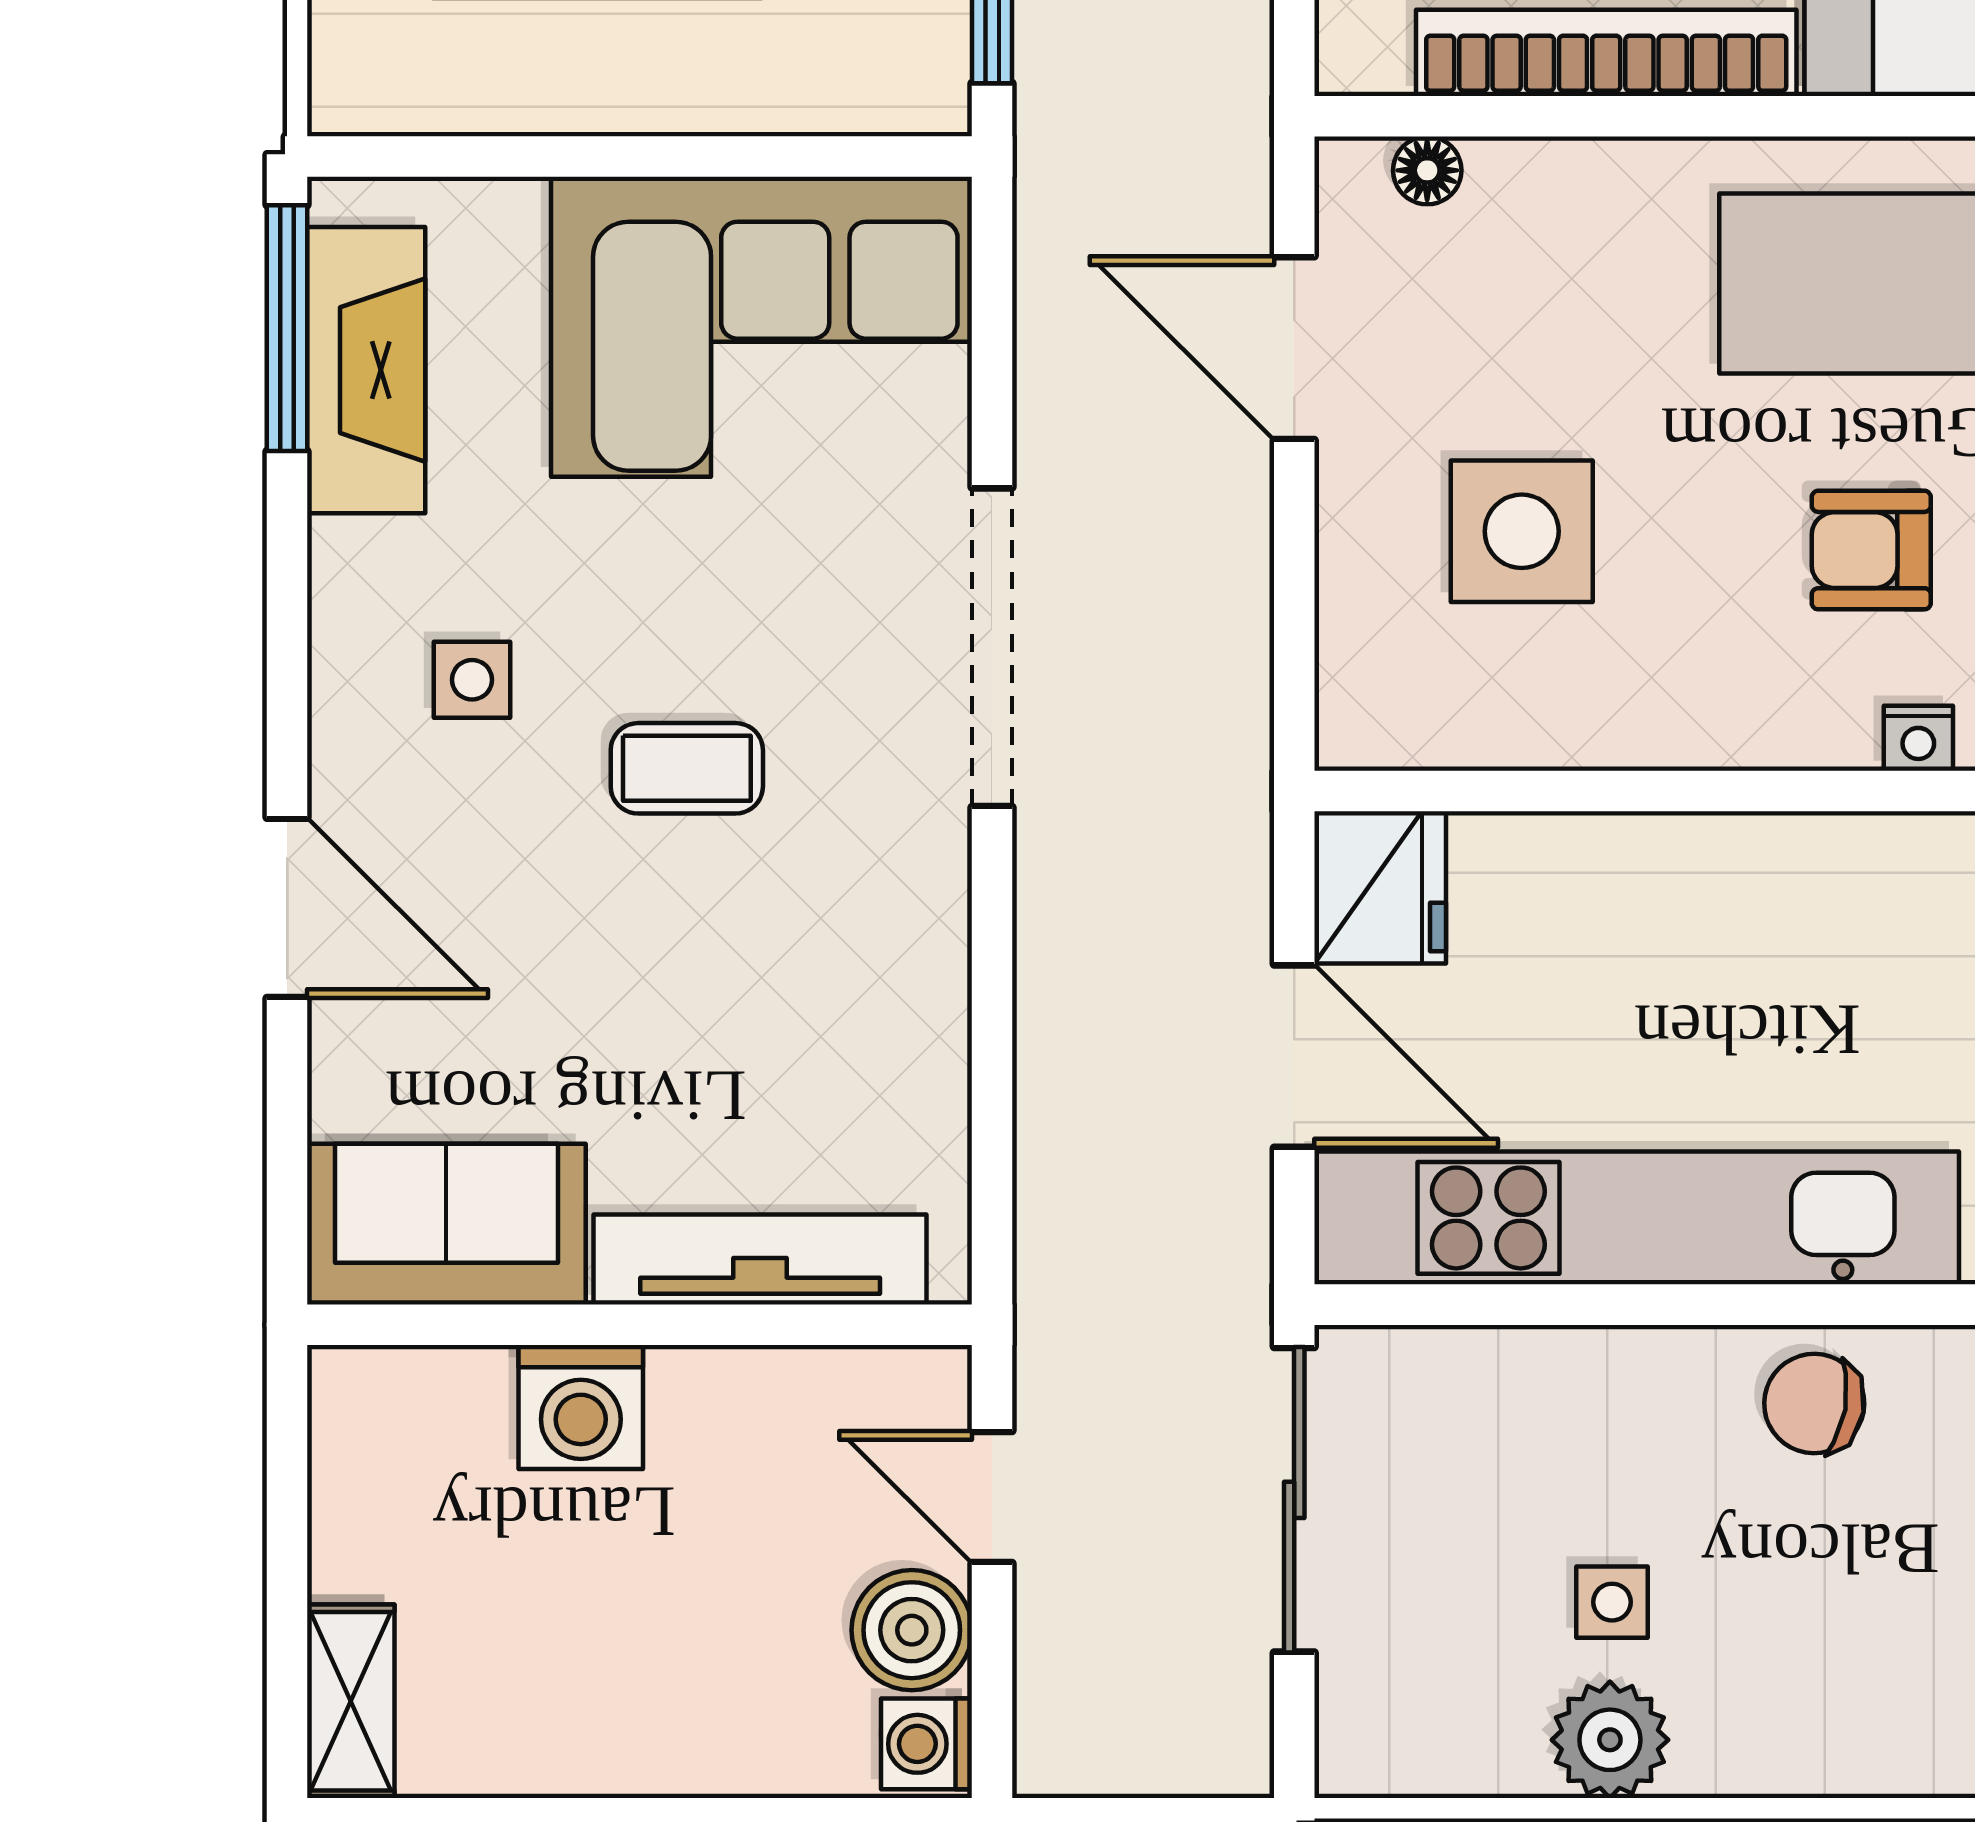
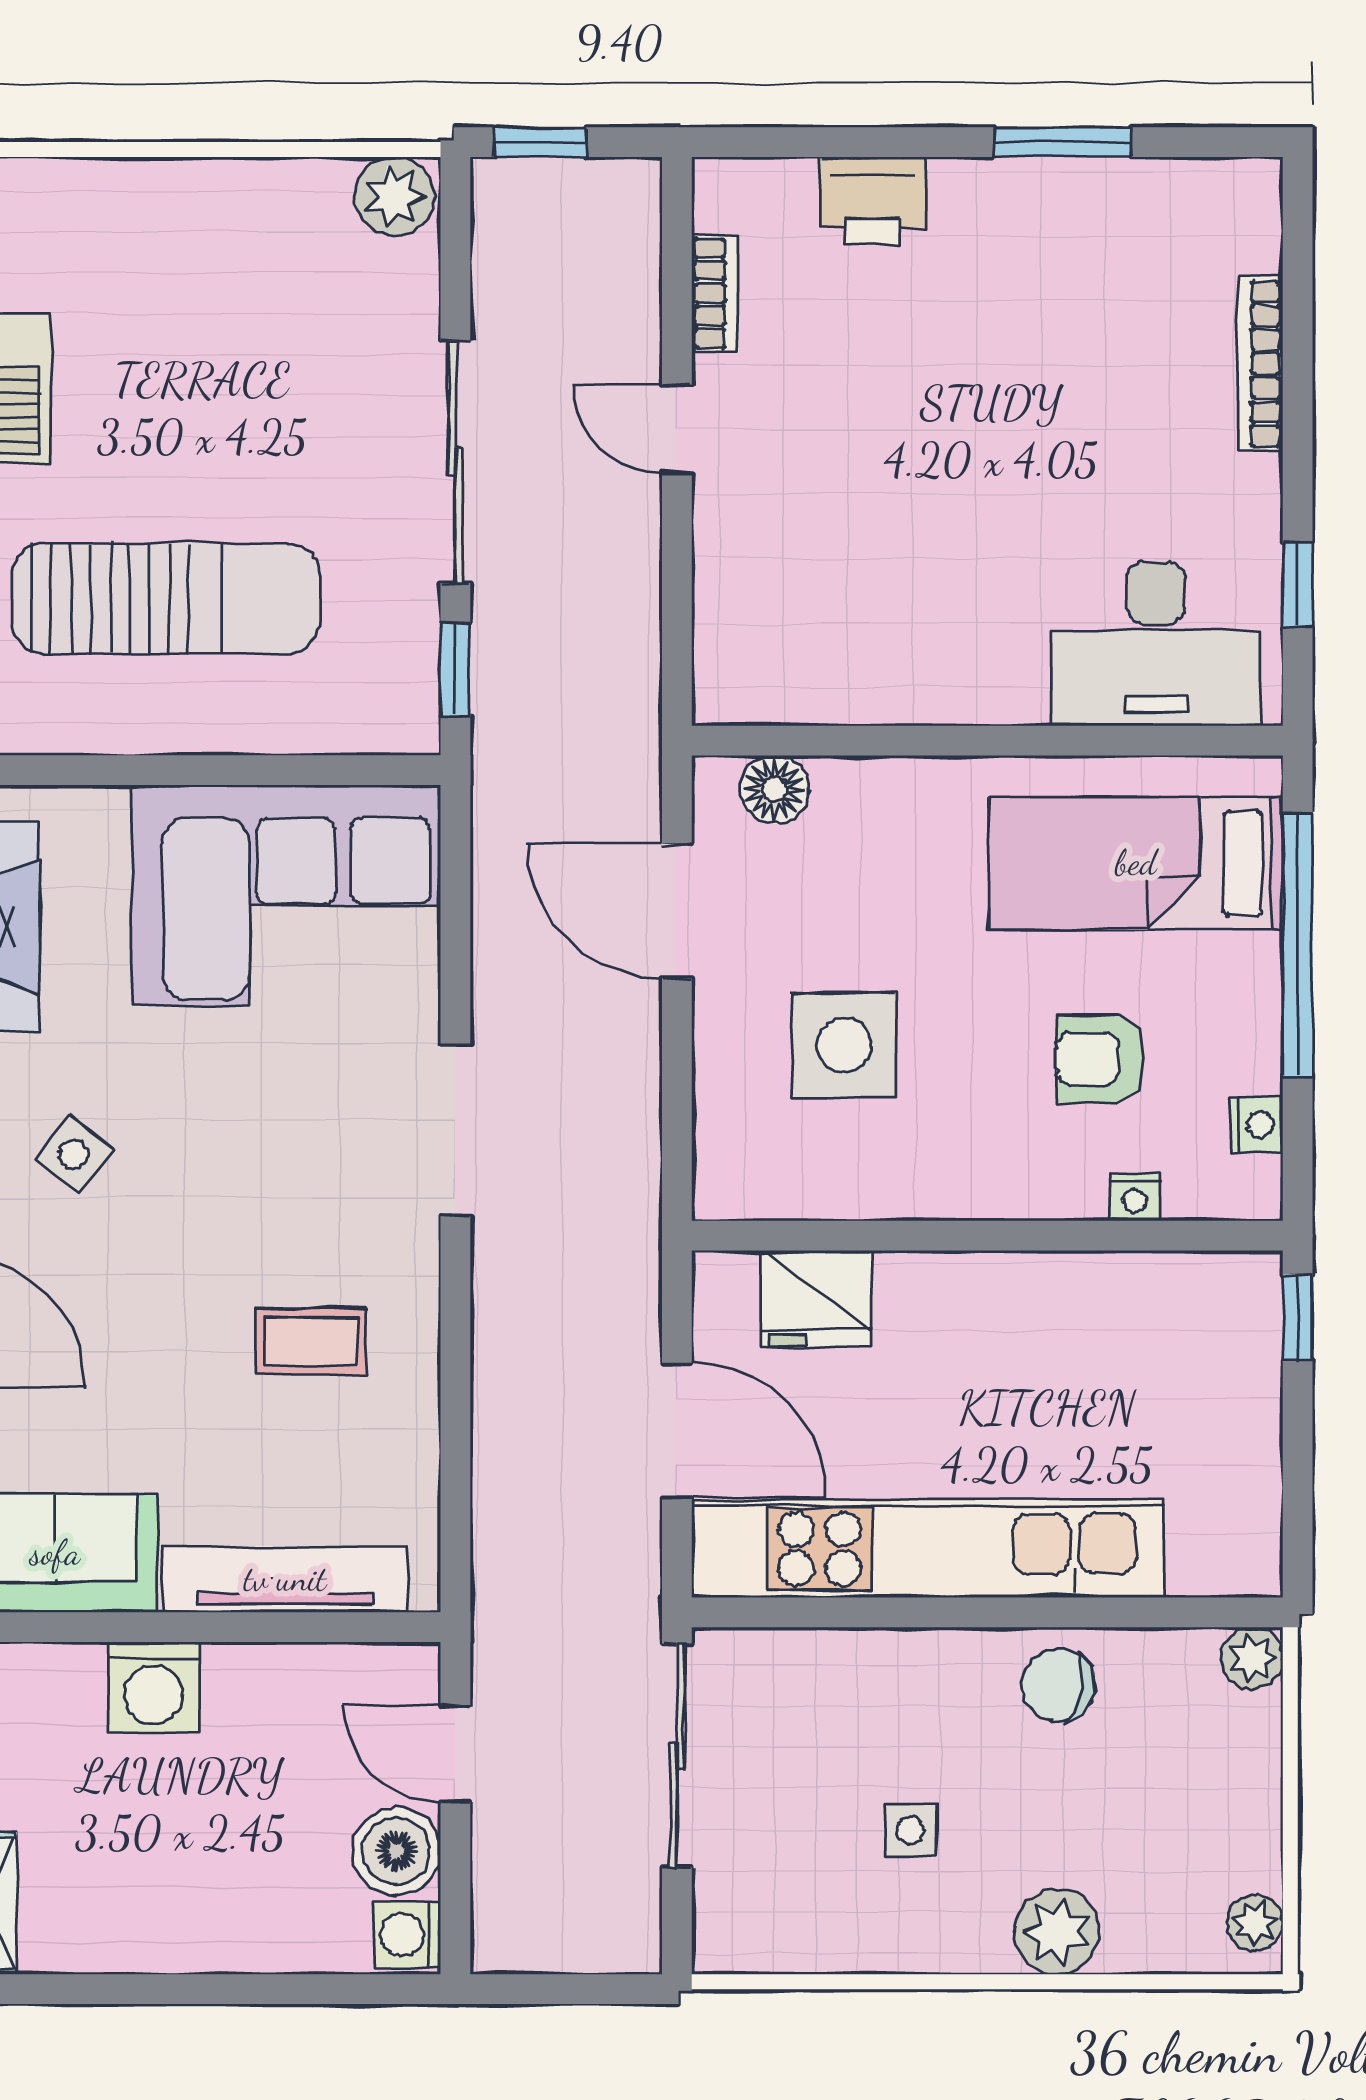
bookcase: (1606, 53) -> (906, 694), removed
floor lamp: (1427, 170) -> (775, 790), width x1.37, depth x1.37
doorway: (992, 647) -> (455, 1130), width x0.73
side table: (472, 680) -> (74, 1154), turned 38
coffee table: (687, 768) -> (311, 1342), moved
fridge: (1380, 887) -> (816, 1299), moved, turned 90
plant: (1610, 1740) -> (1057, 1932), moved

